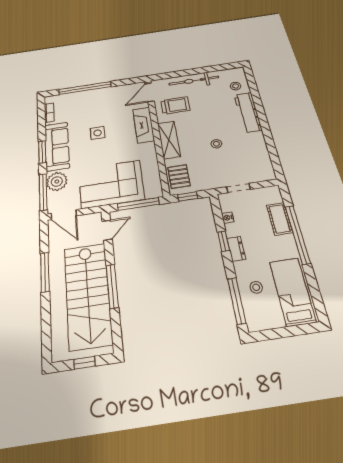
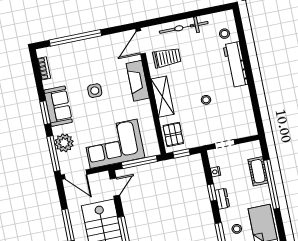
sofa: (57, 146) -> (58, 106), width x0.73

